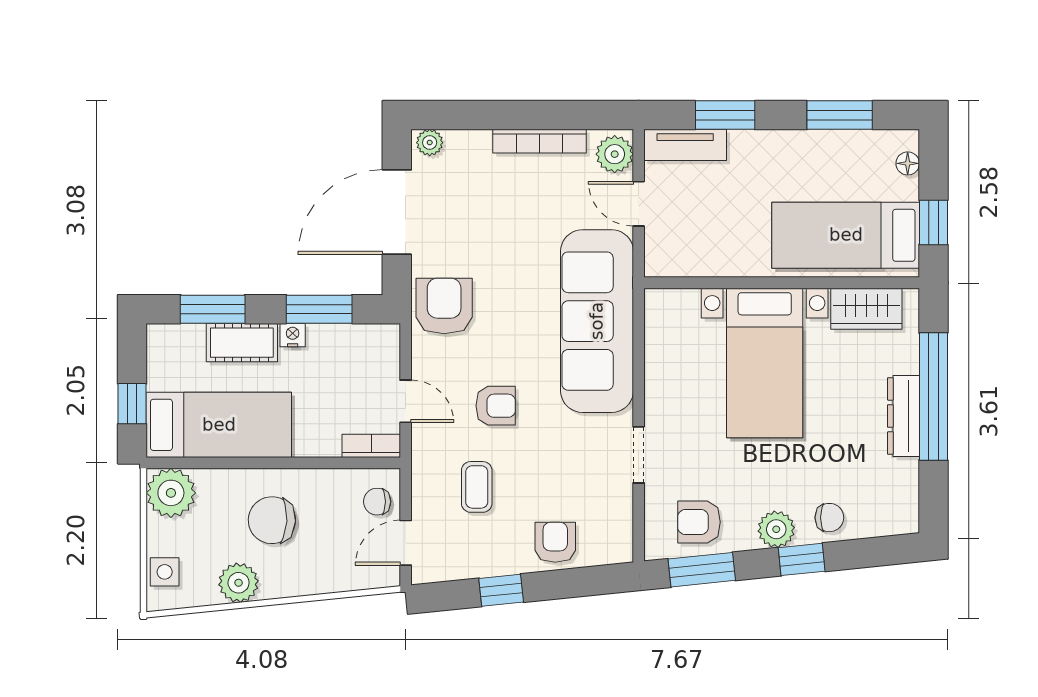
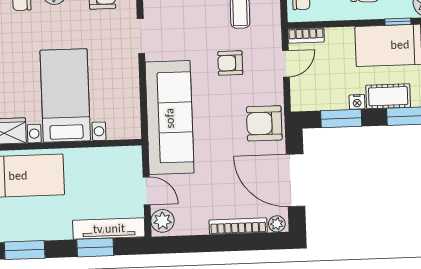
bookcase: (540, 141) -> (238, 226), moved
tv unit: (685, 145) -> (109, 229), width x1.41
door: (397, 212) -> (296, 180), swing flipped
armchair: (444, 306) -> (264, 123), turned 90
door: (406, 401) -> (286, 64), swing flipped
window: (222, 463) -> (398, 22), added

